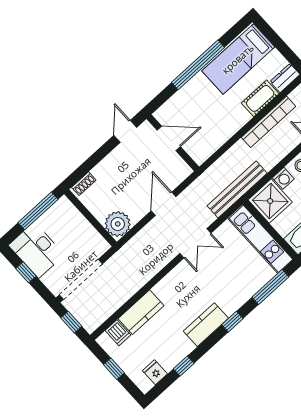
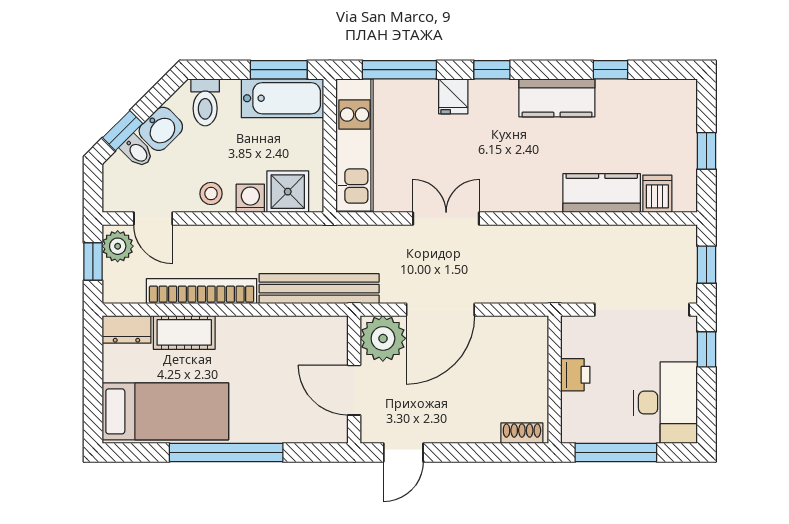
bench: (237, 189) -> (319, 289), moved
shower: (270, 201) -> (288, 192), width x0.73, depth x0.73
door: (164, 204) -> (440, 310), width x1.36
plant: (118, 224) -> (383, 338), moved
printer: (84, 228) -> (575, 375), added
window: (26, 272) -> (706, 349), moved
kitchen counter: (206, 325) -> (557, 98), moved
fridge: (155, 372) -> (453, 96), moved

